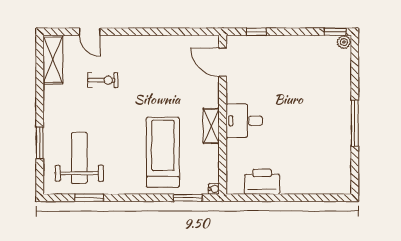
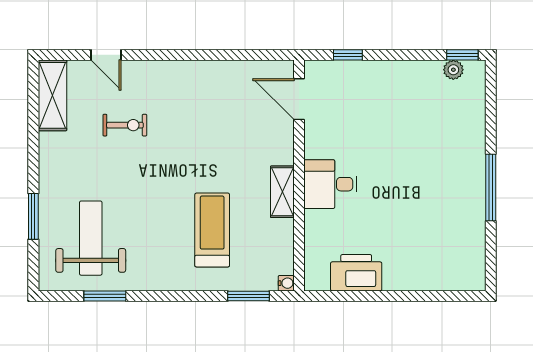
plant: (344, 42) -> (453, 70), moved
treadmill: (163, 152) -> (212, 230), width x0.73, depth x0.73

